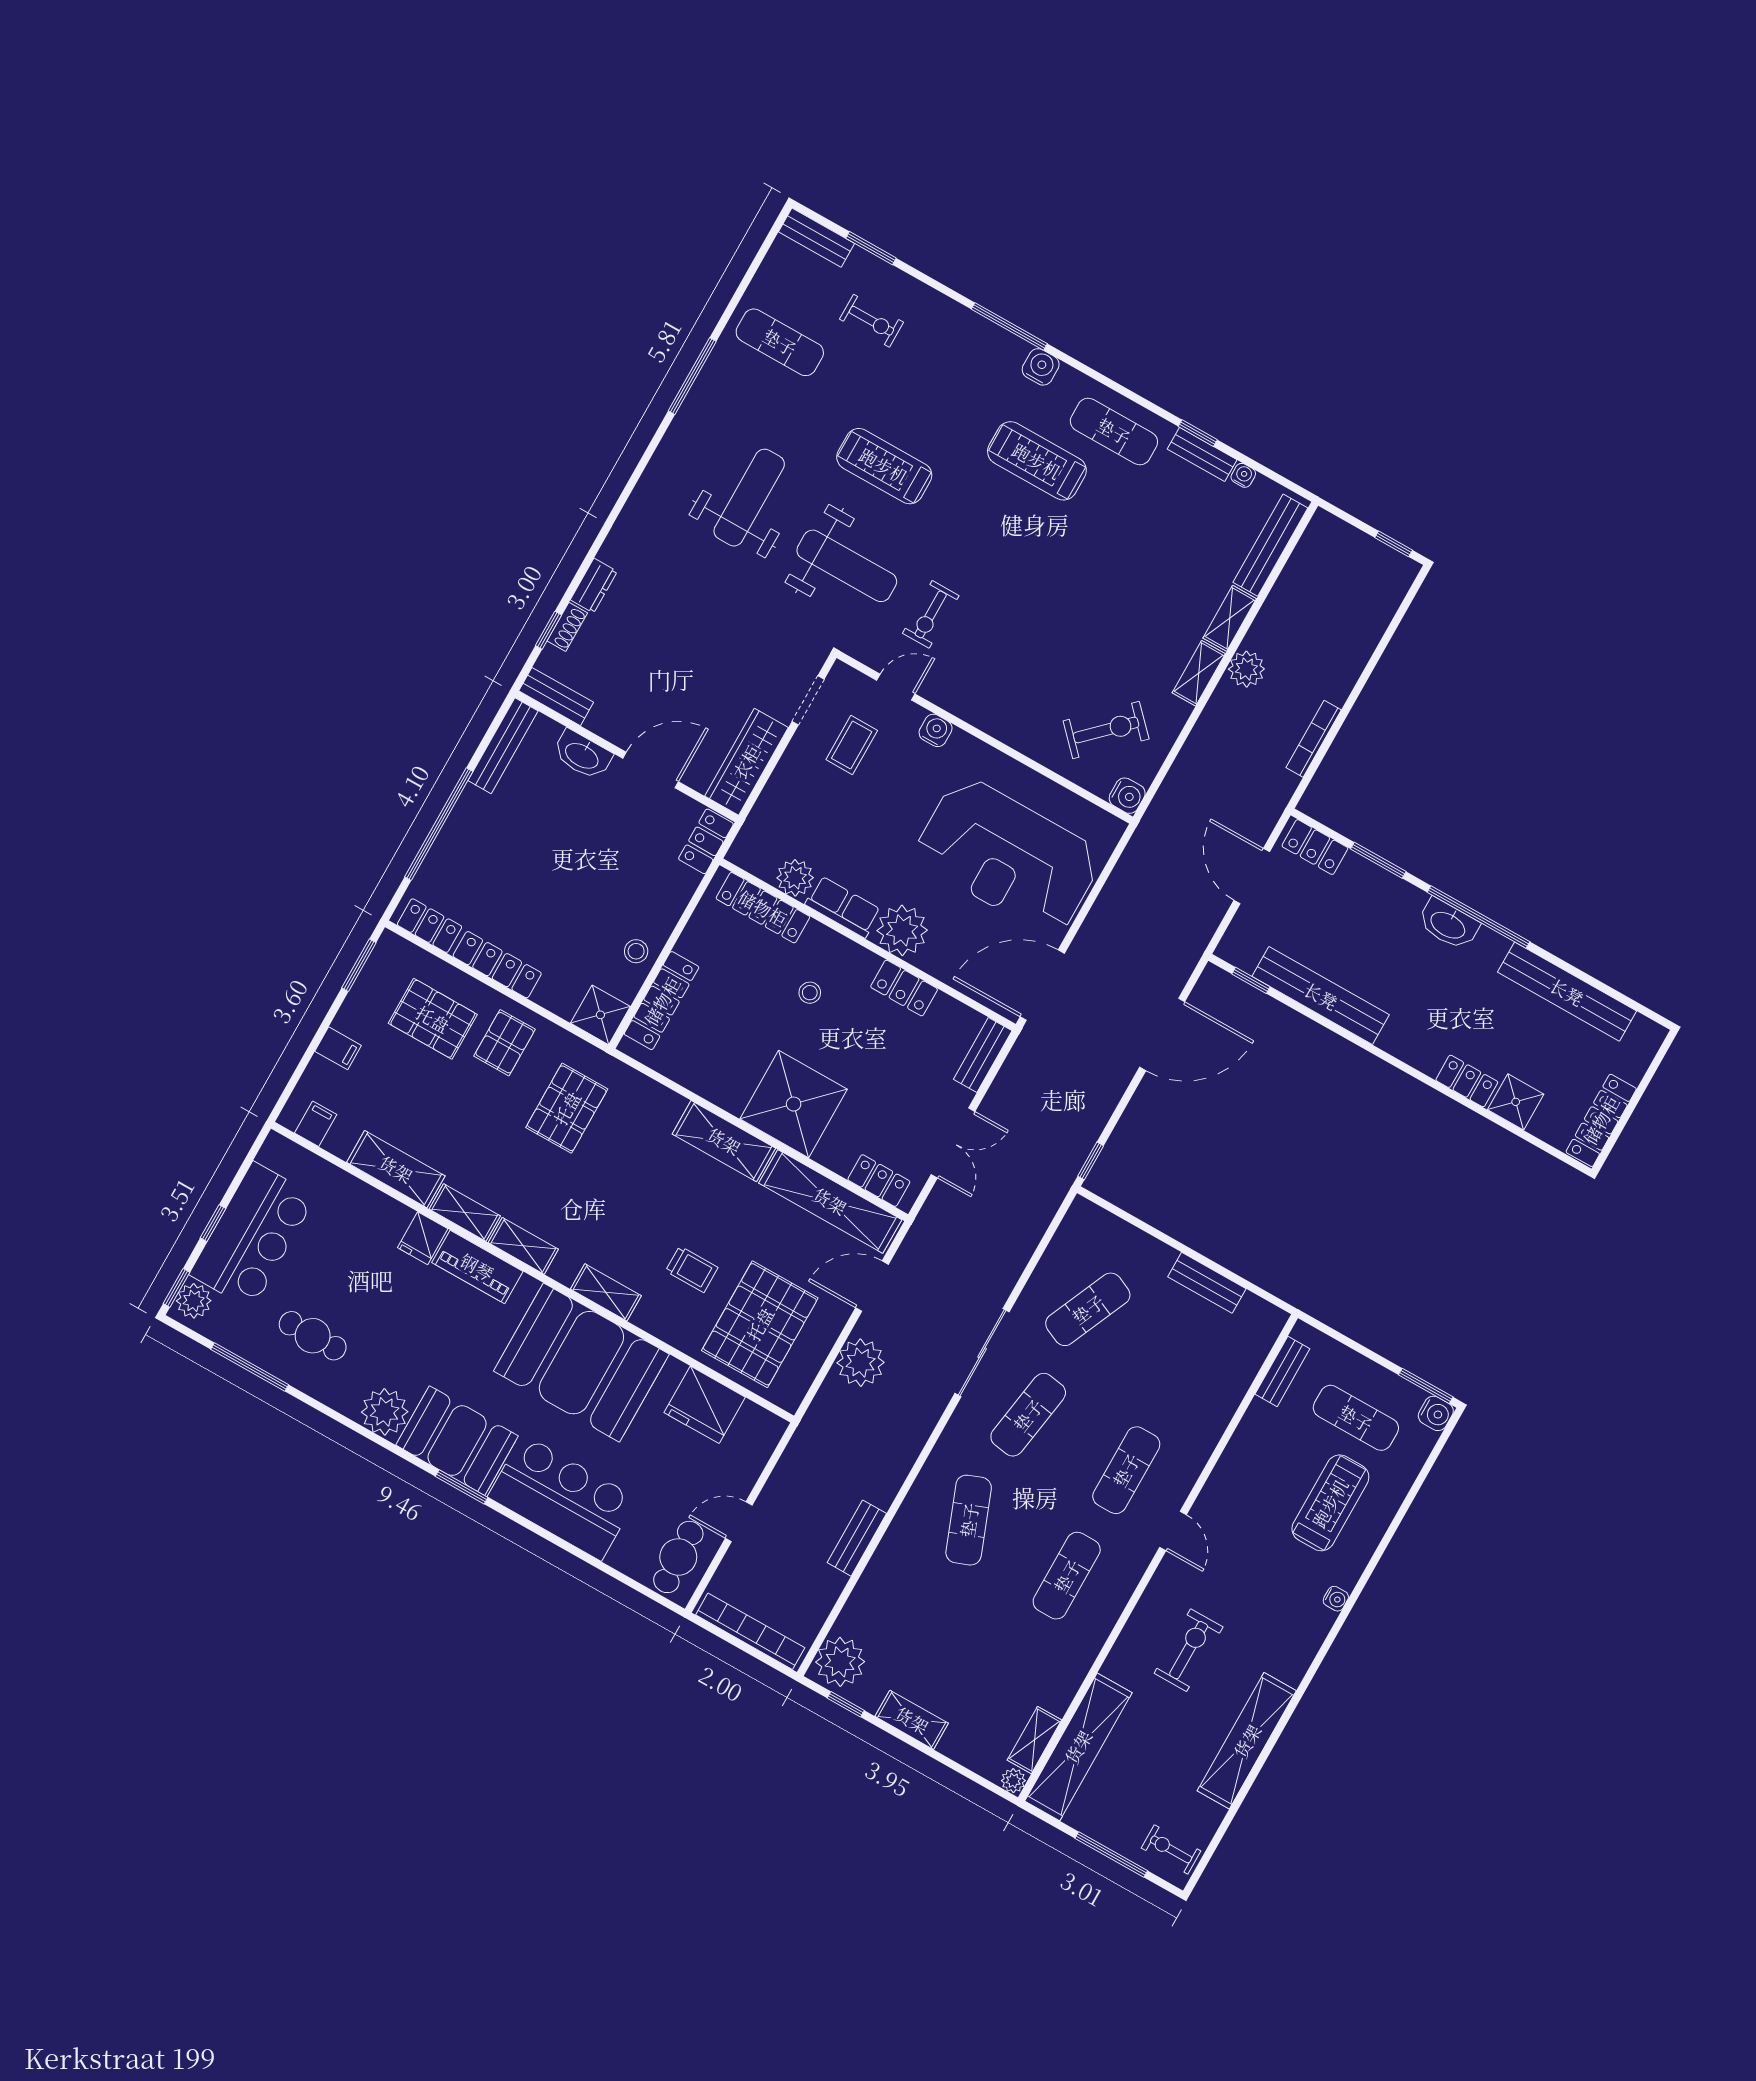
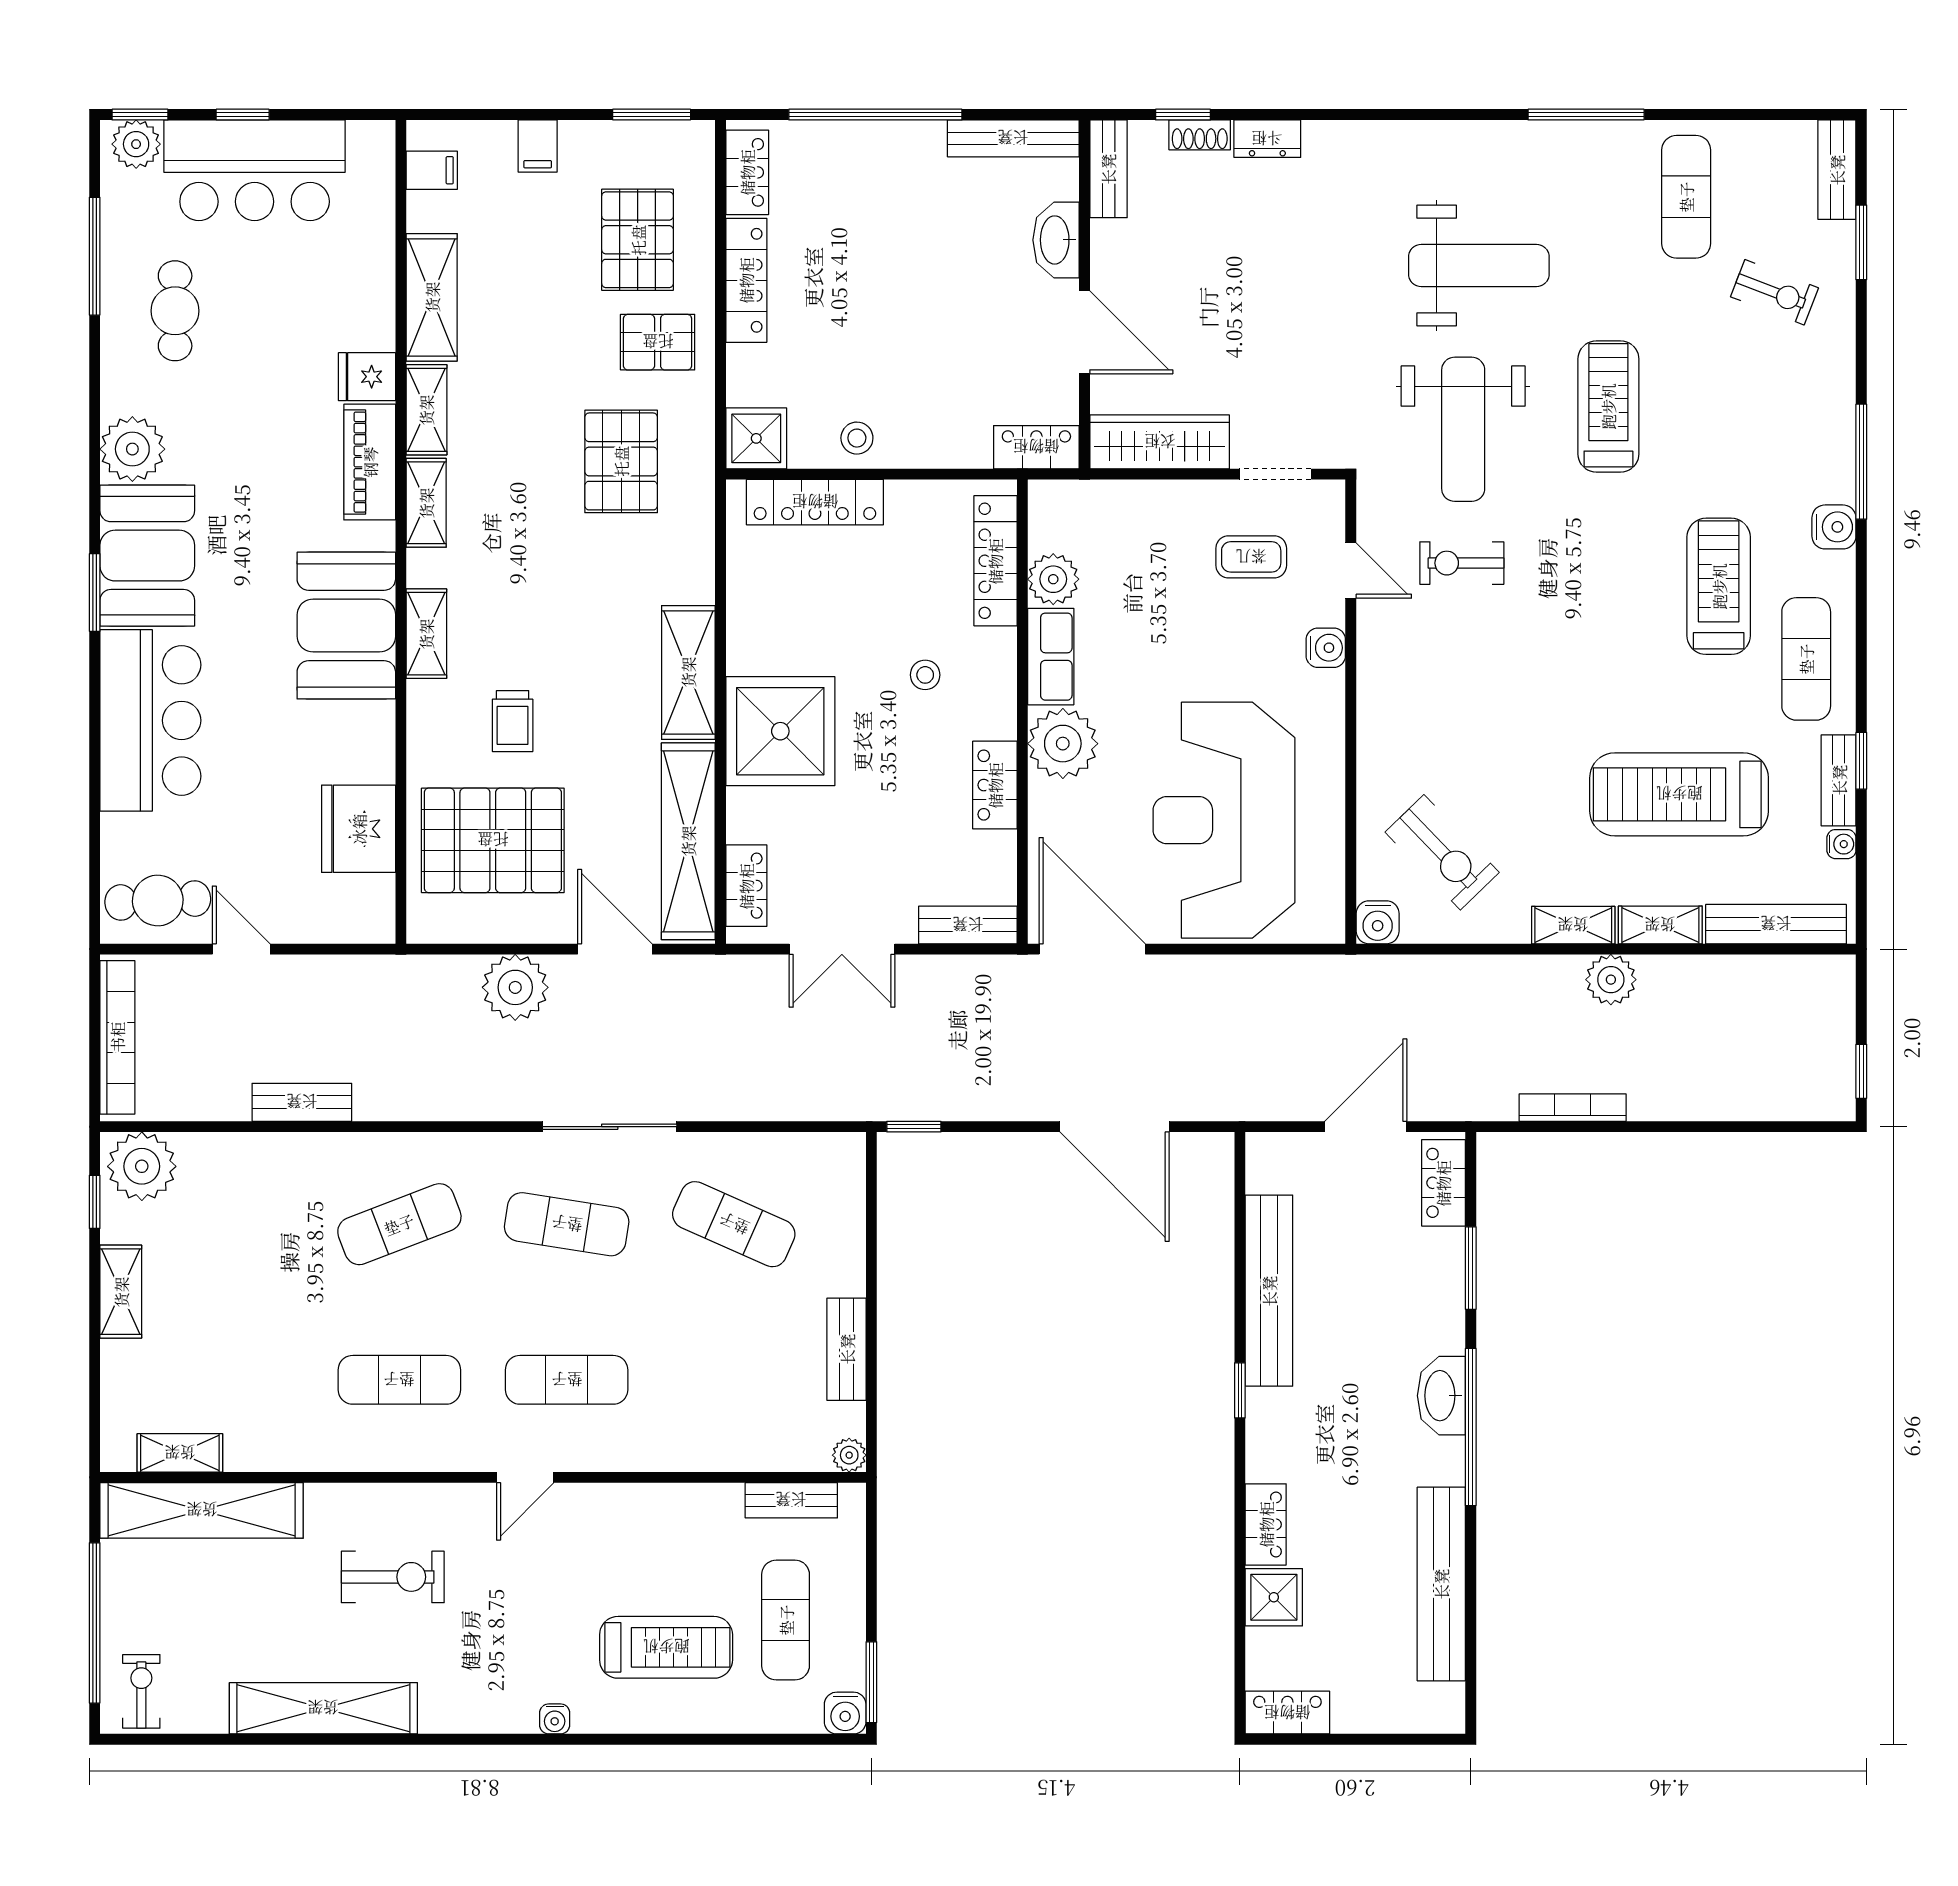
exercise bike: (872, 321) -> (1774, 292), turned -69
treadmill: (1154, 560) -> (1679, 794), added
window: (1251, 980) -> (1240, 1390), moved
pallet: (567, 1108) -> (621, 461), turned 90
locker: (1601, 1120) -> (1287, 1713), width x0.66
booth: (581, 1363) -> (346, 626), width x0.73, depth x0.70
plant: (1013, 1781) -> (849, 1455), moved
window: (1111, 1854) -> (95, 1623), width x1.46

